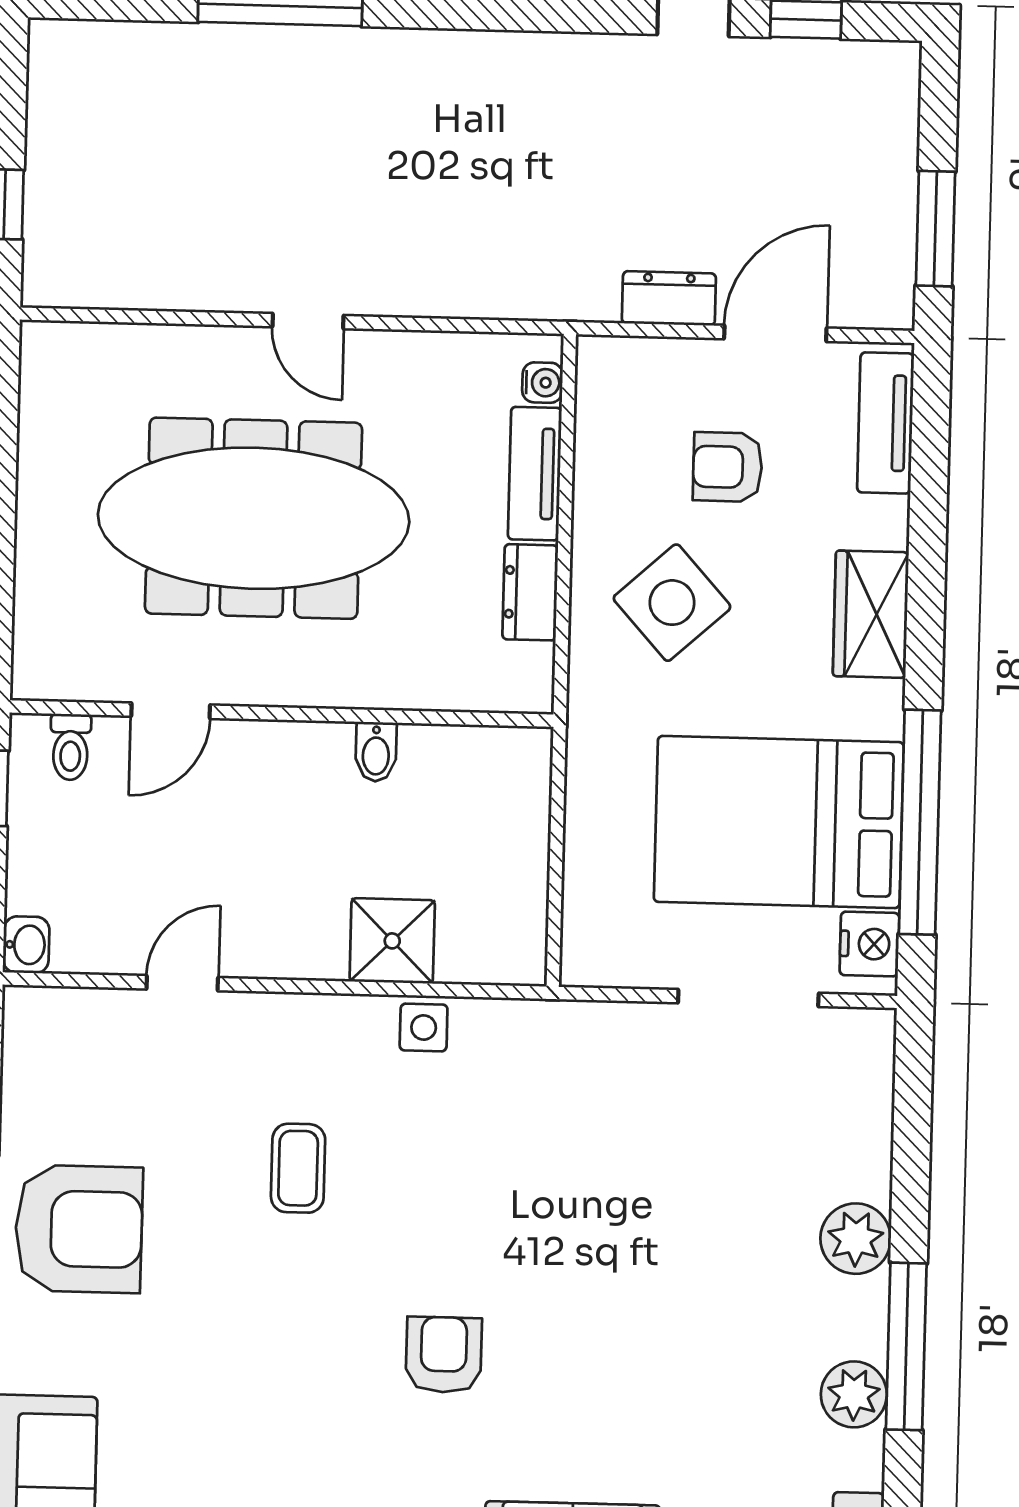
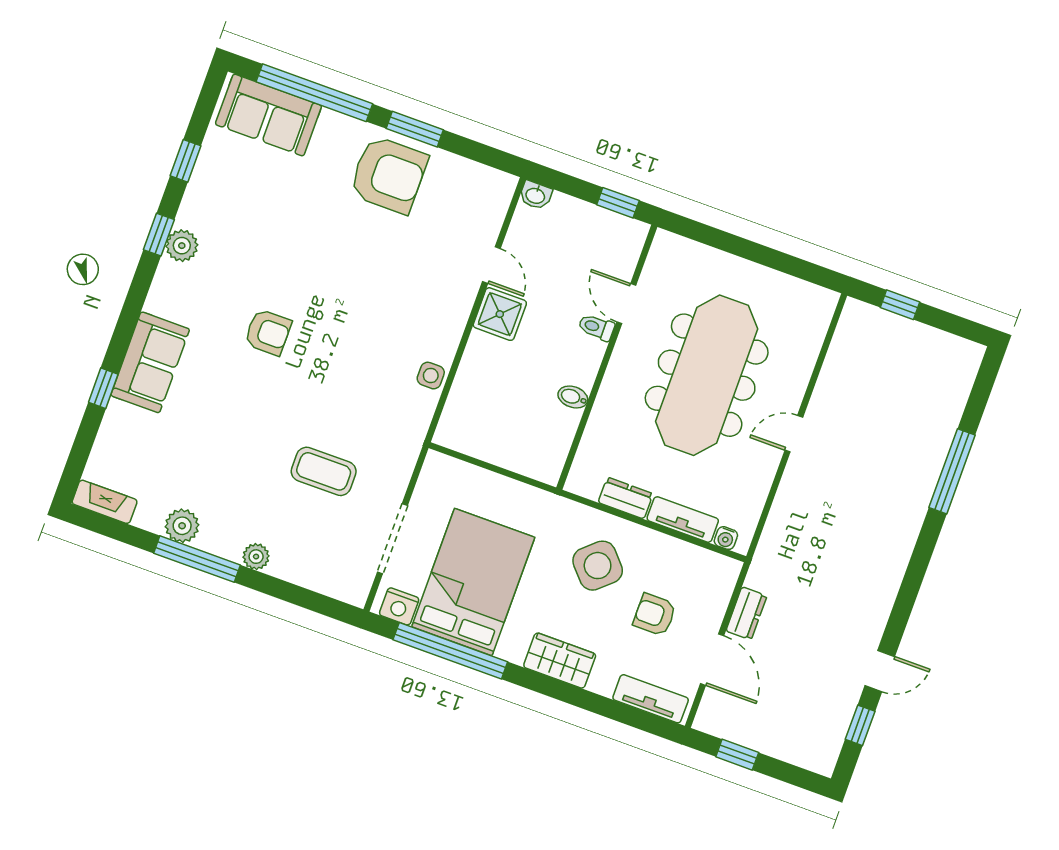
window: (935, 229) -> (737, 755), width x0.67
armchair: (728, 467) -> (655, 615), turned -90
toilet: (70, 747) -> (596, 327), moved
shower: (392, 941) -> (500, 314), moved
coffee table: (298, 1168) -> (324, 471), moved, width x1.36, depth x1.30
armchair: (79, 1229) -> (388, 175), turned -90
plant: (856, 1239) -> (256, 557), width x0.73, depth x0.73

